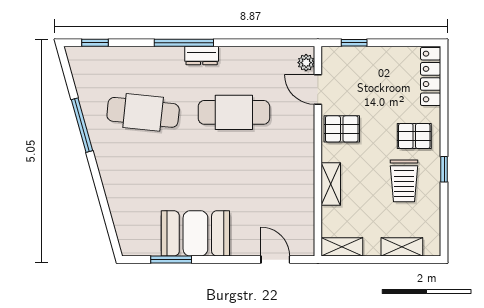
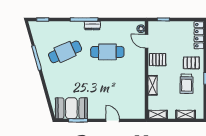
cafe table: (143, 112) -> (65, 52), turned -30
booth: (195, 233) -> (71, 108), moved
door: (275, 260) -> (113, 120), moved

